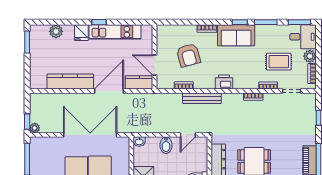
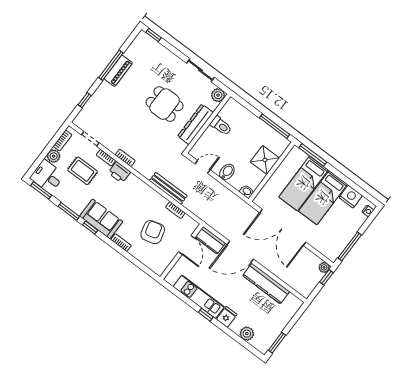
printer: (224, 82) -> (119, 172), moved

